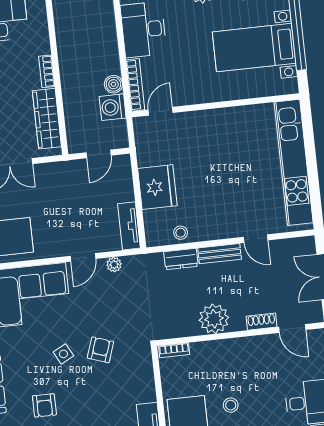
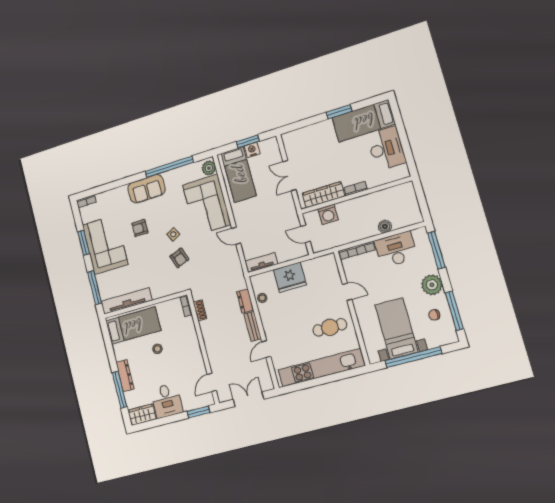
boiler: (113, 84) -> (385, 227), moved
washing machine: (113, 107) -> (328, 214), moved, turned 180
door: (161, 111) -> (347, 292), moved
cafe table: (238, 141) -> (330, 327), added
plant: (114, 265) -> (235, 257), removed
plant: (214, 319) -> (210, 329), removed
shoe rack: (261, 322) -> (200, 310), moved
armchair: (100, 350) -> (179, 258), turned 51

